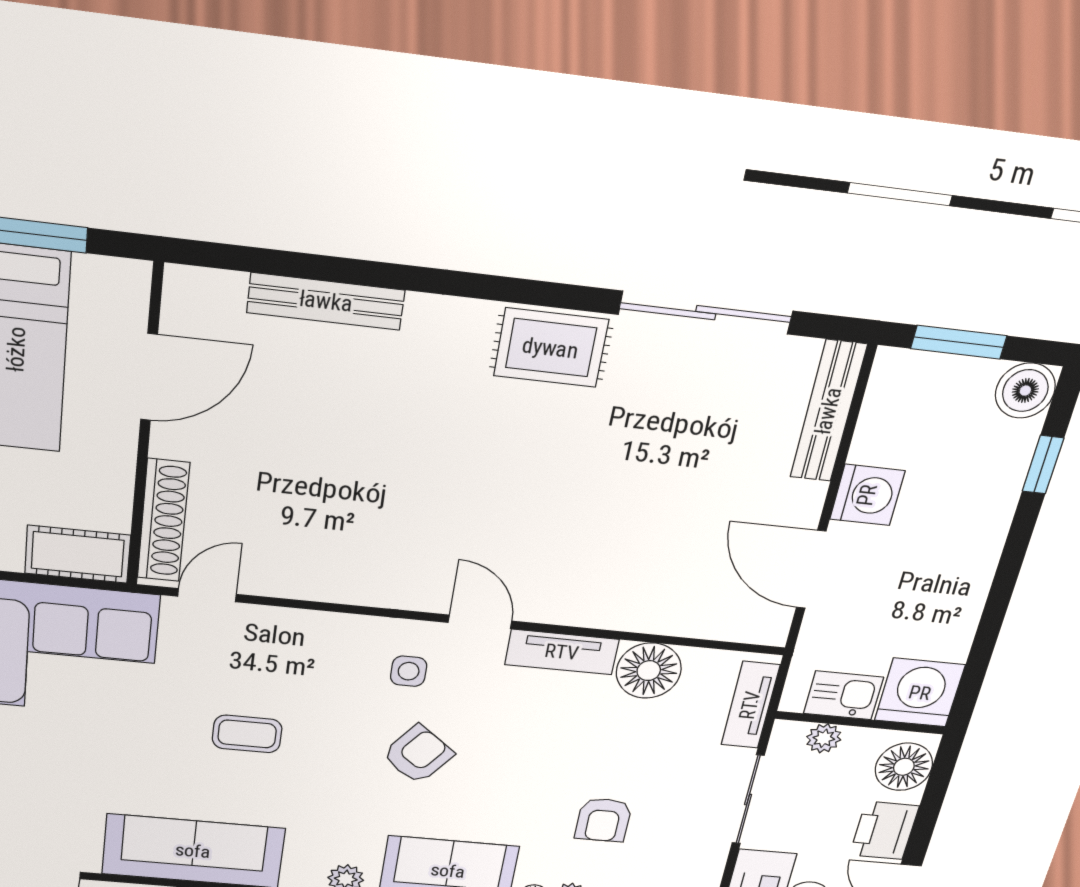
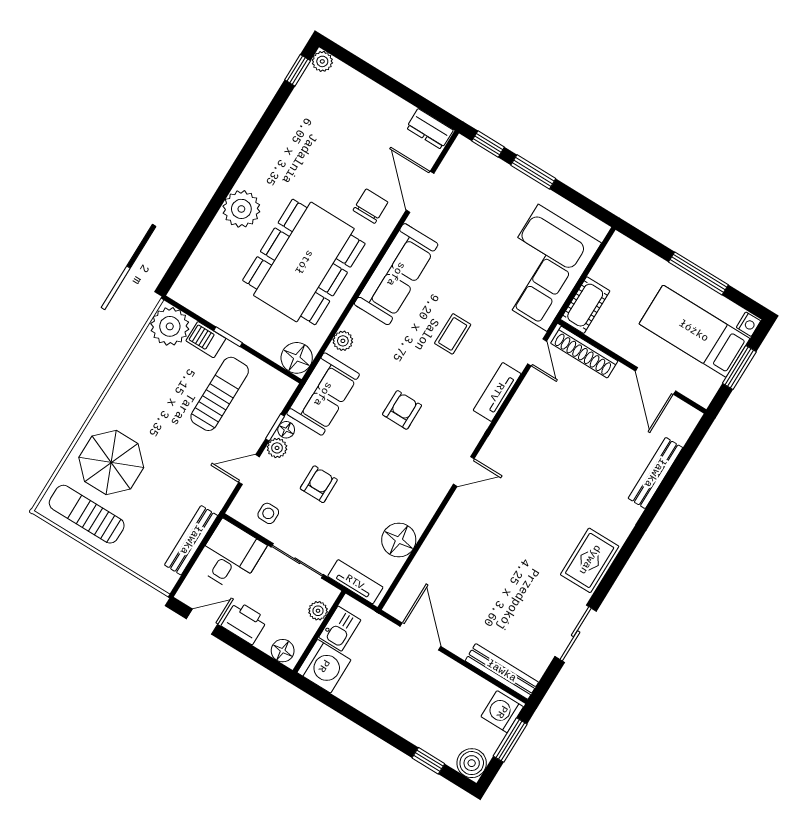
sliding door: (706, 313) -> (576, 634), width x0.73
washing machine: (867, 495) -> (502, 712), moved, turned 90
door: (811, 570) -> (420, 636), hinge flipped
tv unit: (562, 652) -> (497, 392), moved
side table: (409, 671) -> (268, 513), moved
armchair: (418, 754) -> (402, 410), turned -128
floor lamp: (904, 767) -> (283, 651), width x0.73, depth x0.73
armchair: (603, 820) -> (319, 484), turned 90

